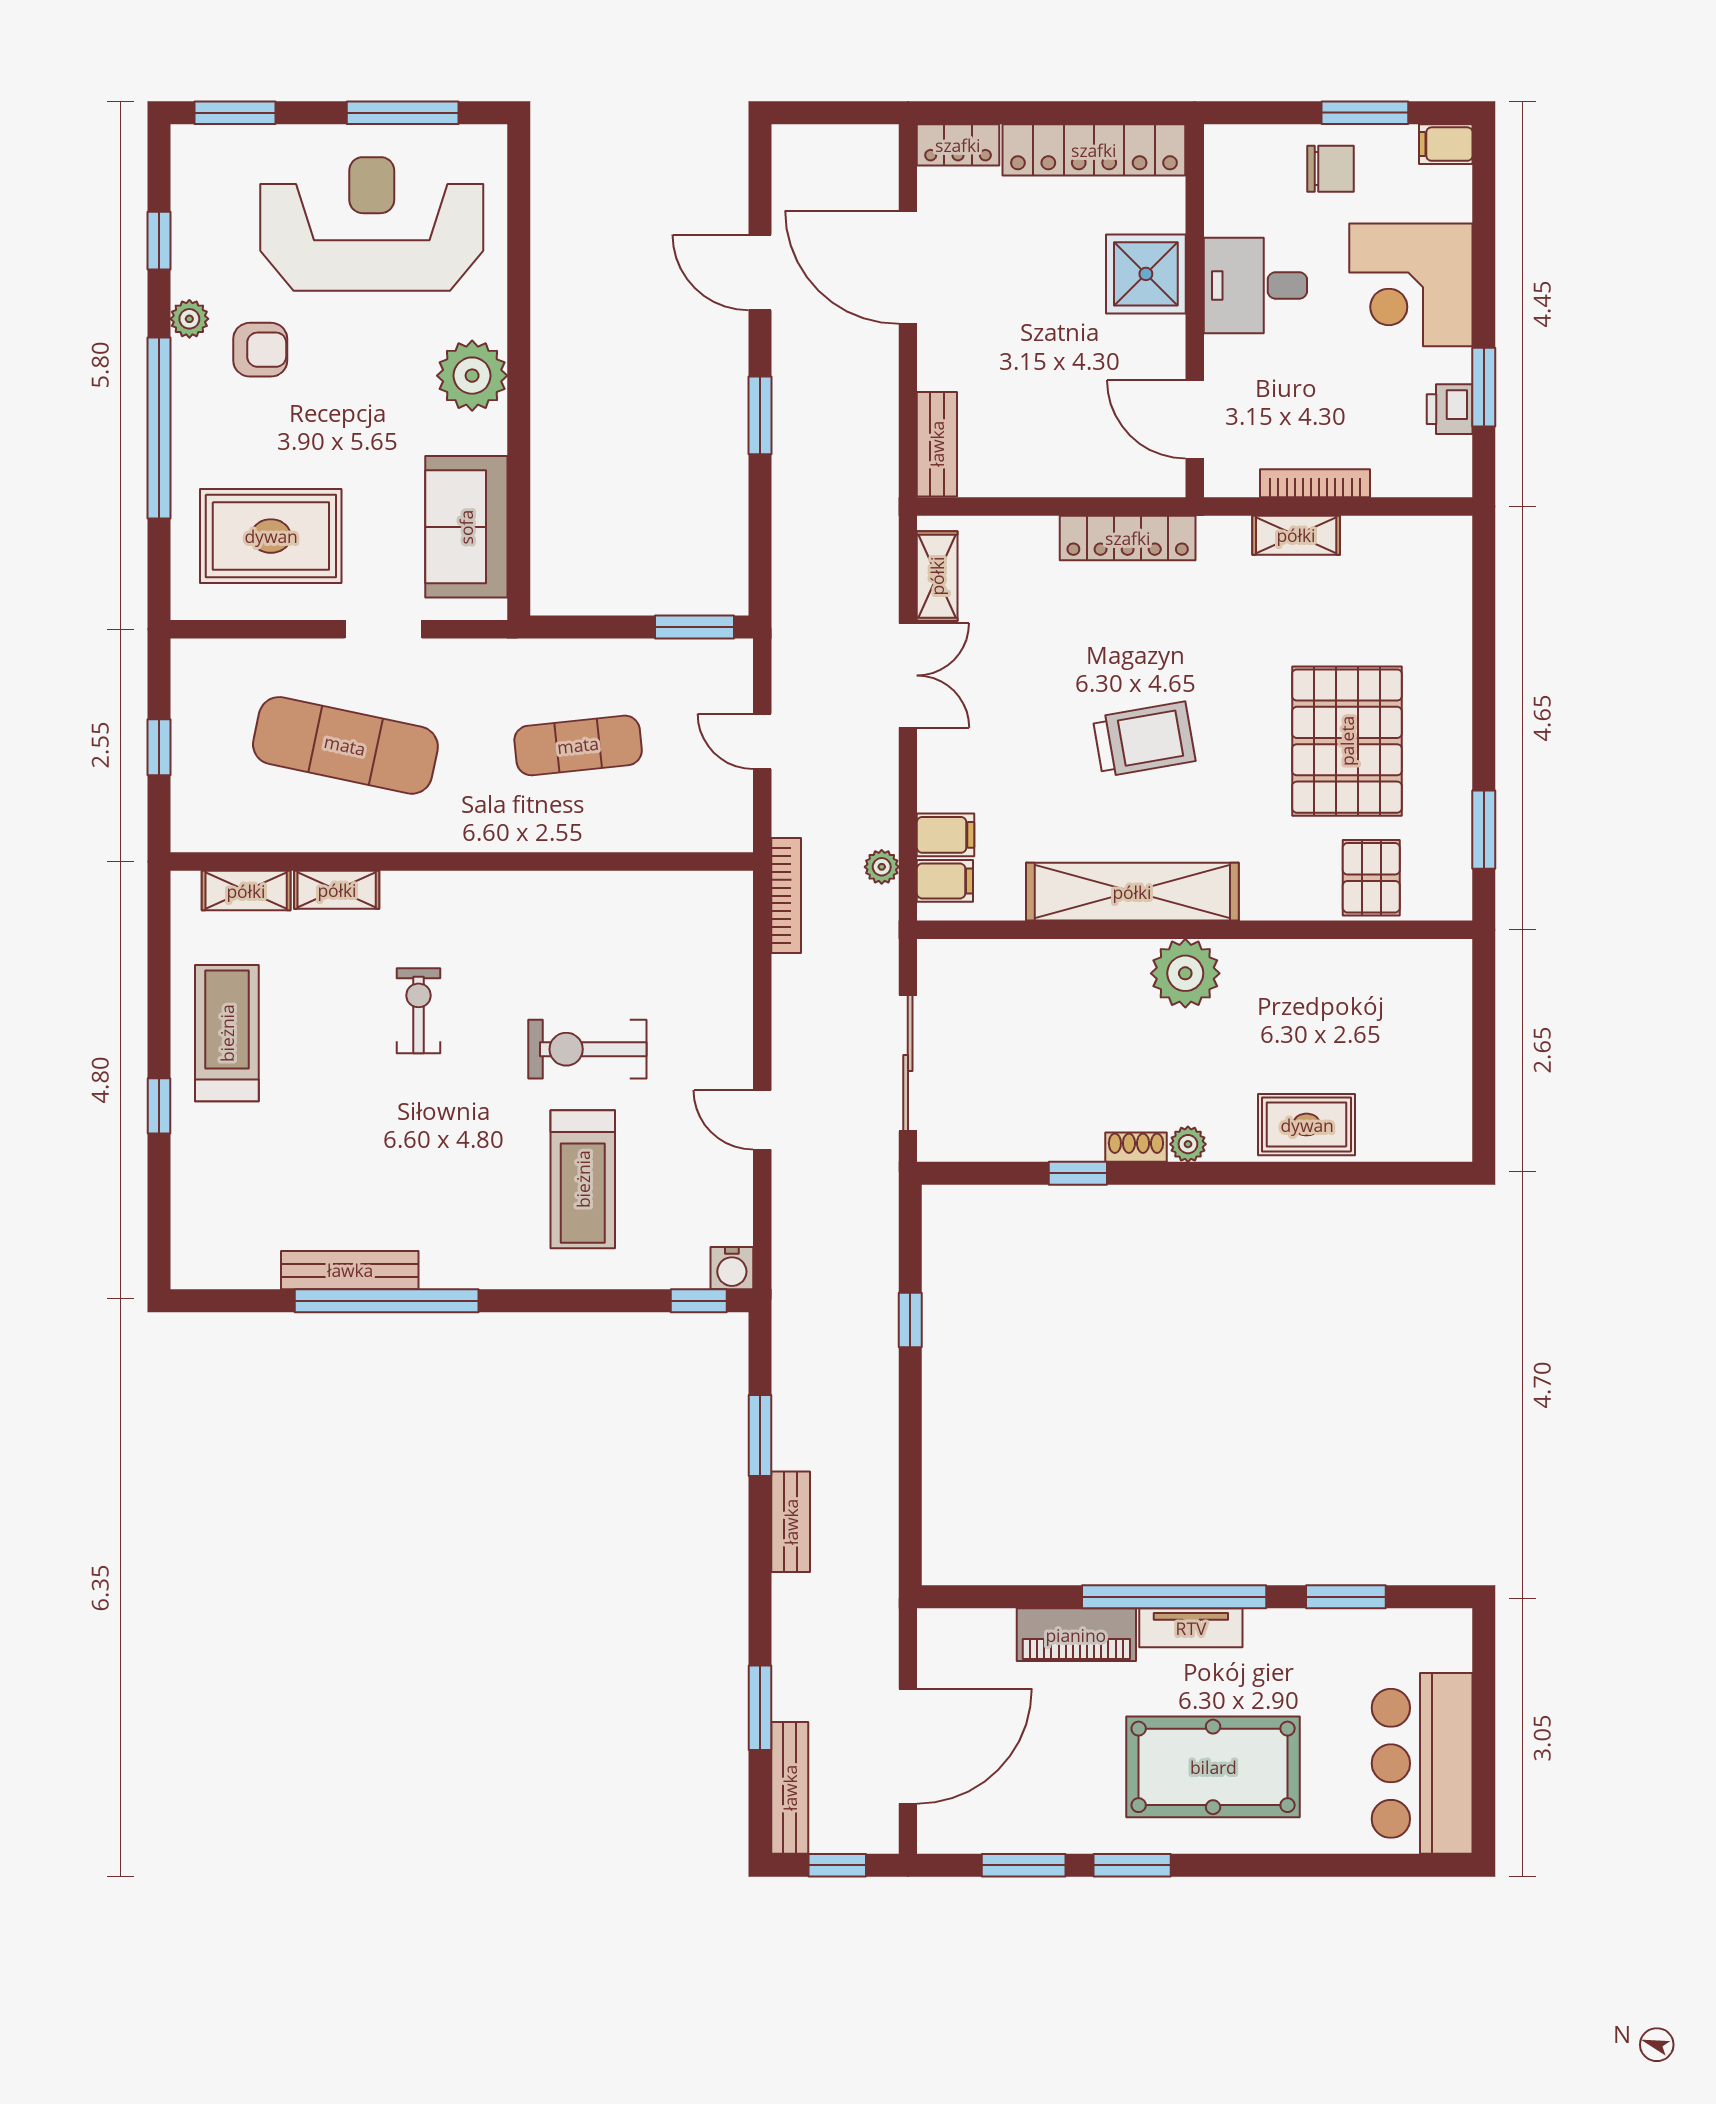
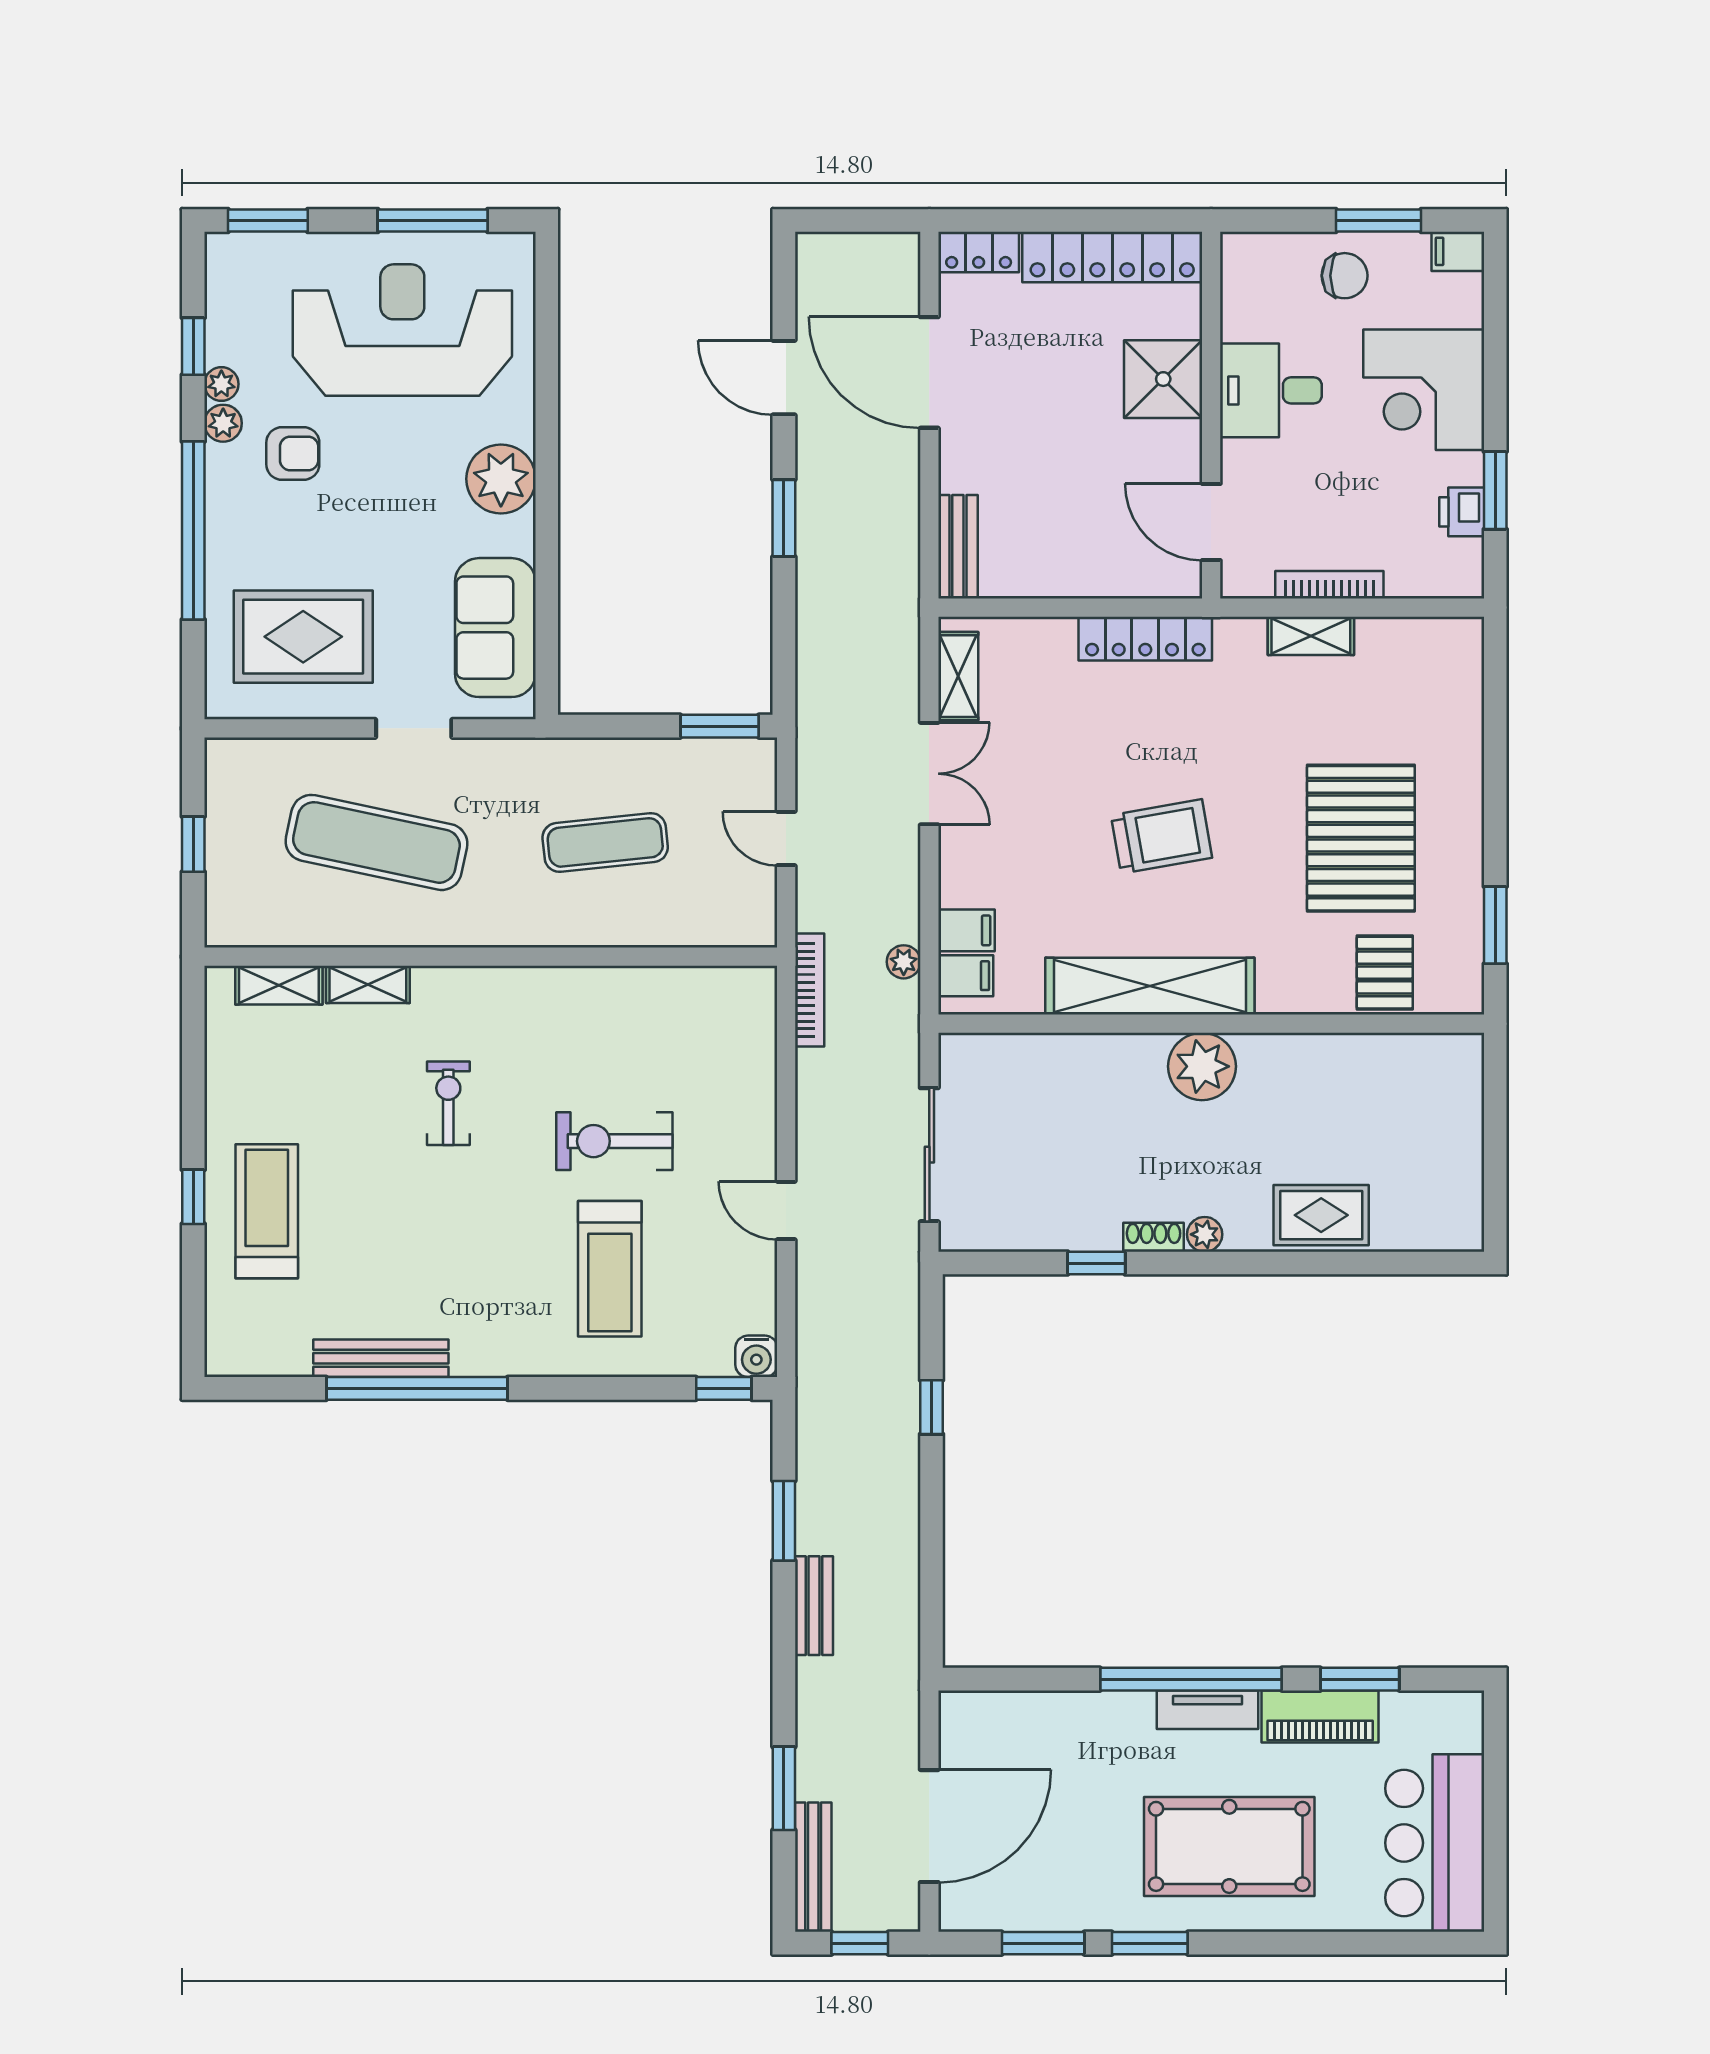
plant: (188, 279) -> (221, 384), added
treadmill: (227, 1033) -> (267, 1211), moved
piano: (1076, 1635) -> (1320, 1716), moved

